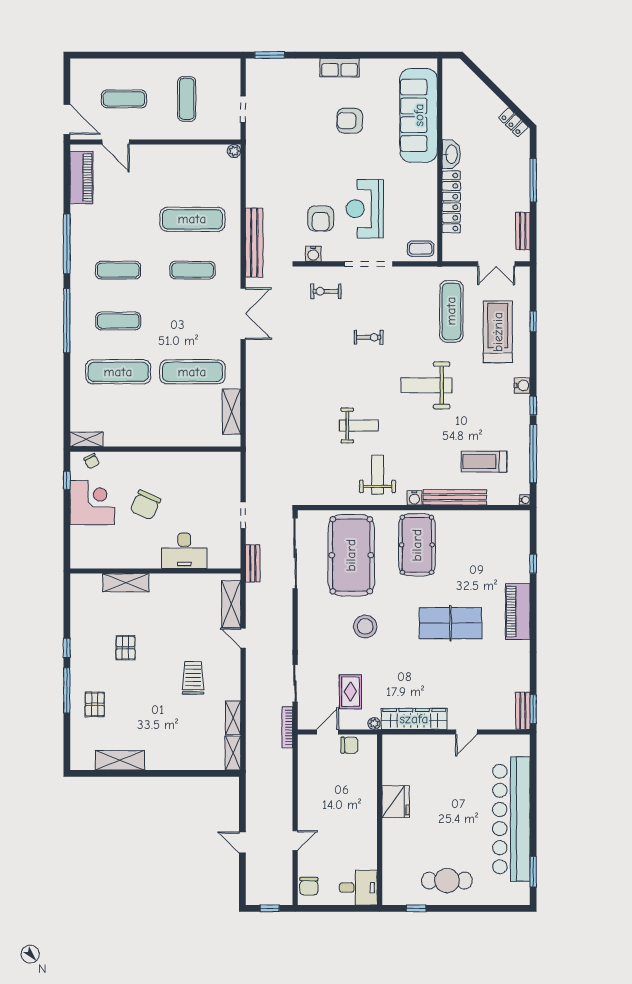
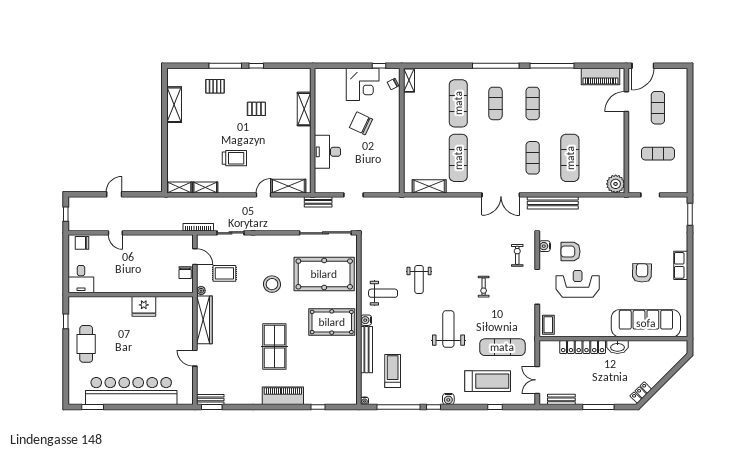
plant: (234, 151) -> (616, 184), width x1.87, depth x1.87

